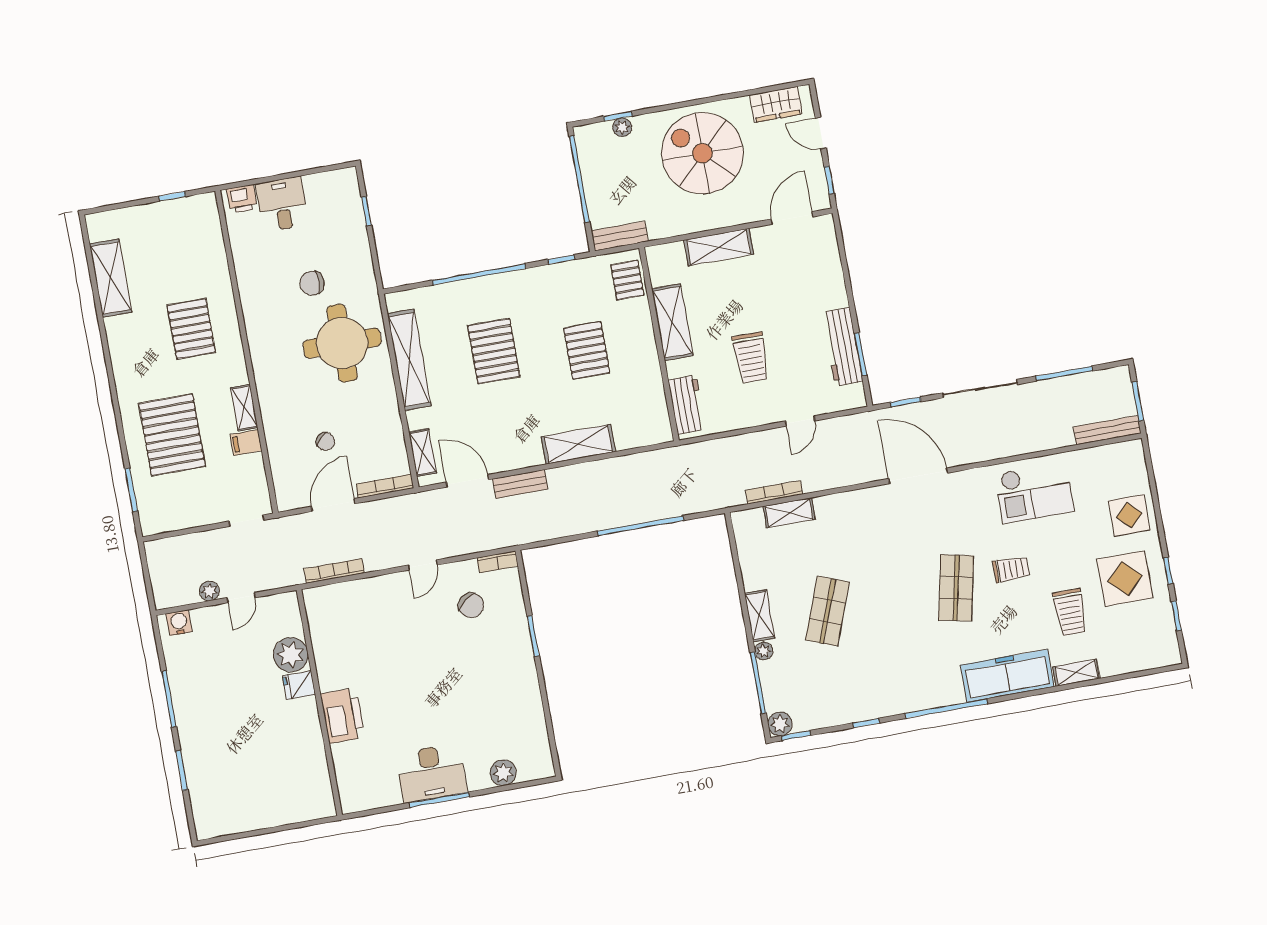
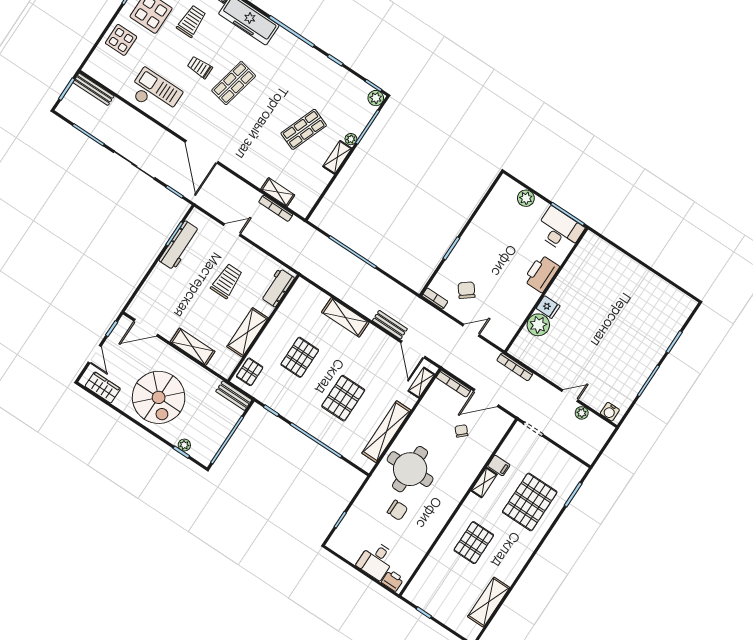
plant: (291, 655) -> (538, 325), moved
fridge: (299, 685) -> (548, 307), moved
wall: (319, 703) -> (546, 290), moved
printer: (343, 716) -> (541, 274), moved

